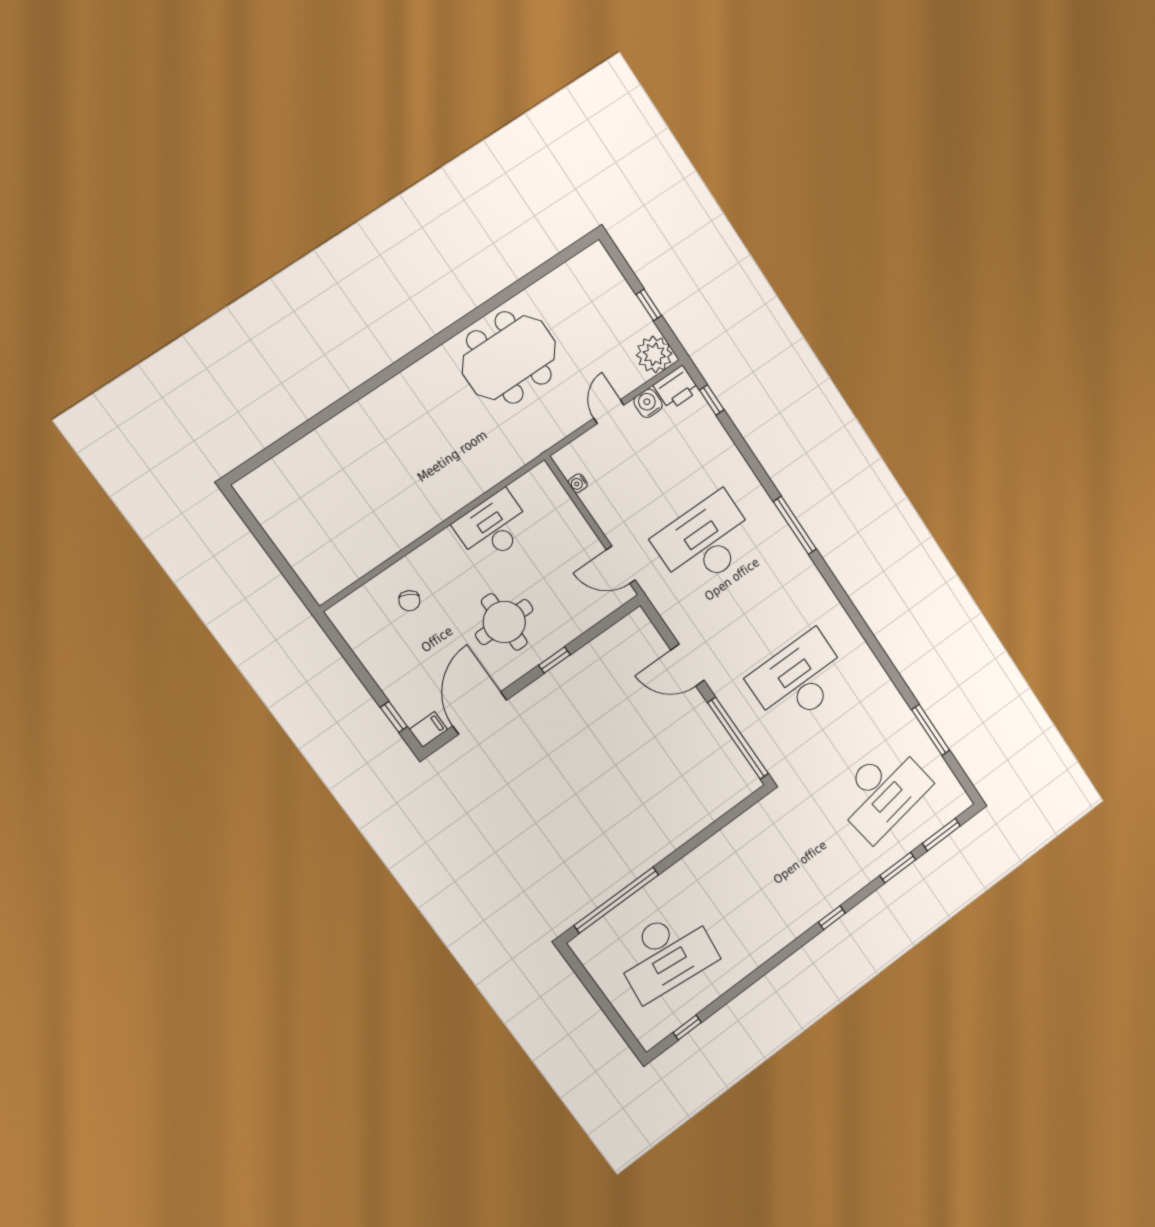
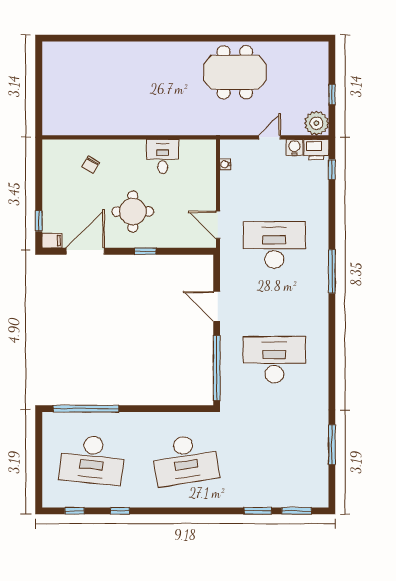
desk: (493, 527) -> (163, 156), width x0.73
desk: (882, 792) -> (185, 460), moved
window: (832, 918) -> (120, 511), moved

